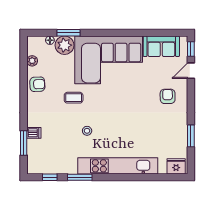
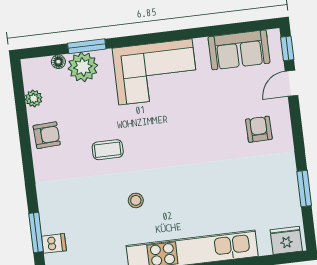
corner sofa: (109, 60) -> (155, 72), width x0.73, depth x0.74
dishwasher: (34, 133) -> (54, 243), moved

